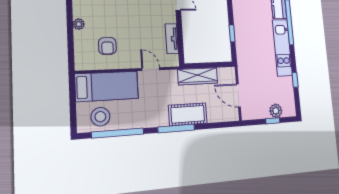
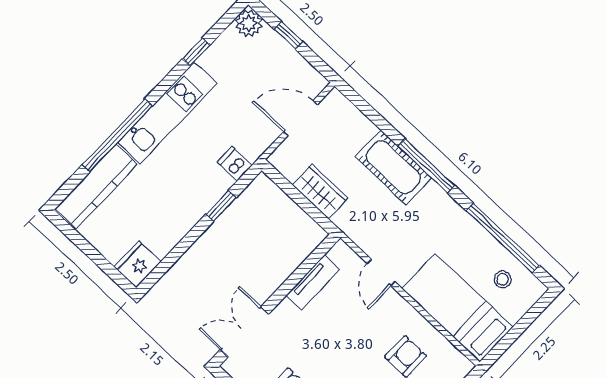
dishwasher: (243, 54) -> (235, 164), added
wardrobe: (198, 76) -> (320, 192), width x0.67
door: (238, 95) -> (300, 118), swing flipped
plant: (276, 111) -> (249, 23), moved
stool: (100, 117) -> (503, 279), width x0.53, depth x0.53

